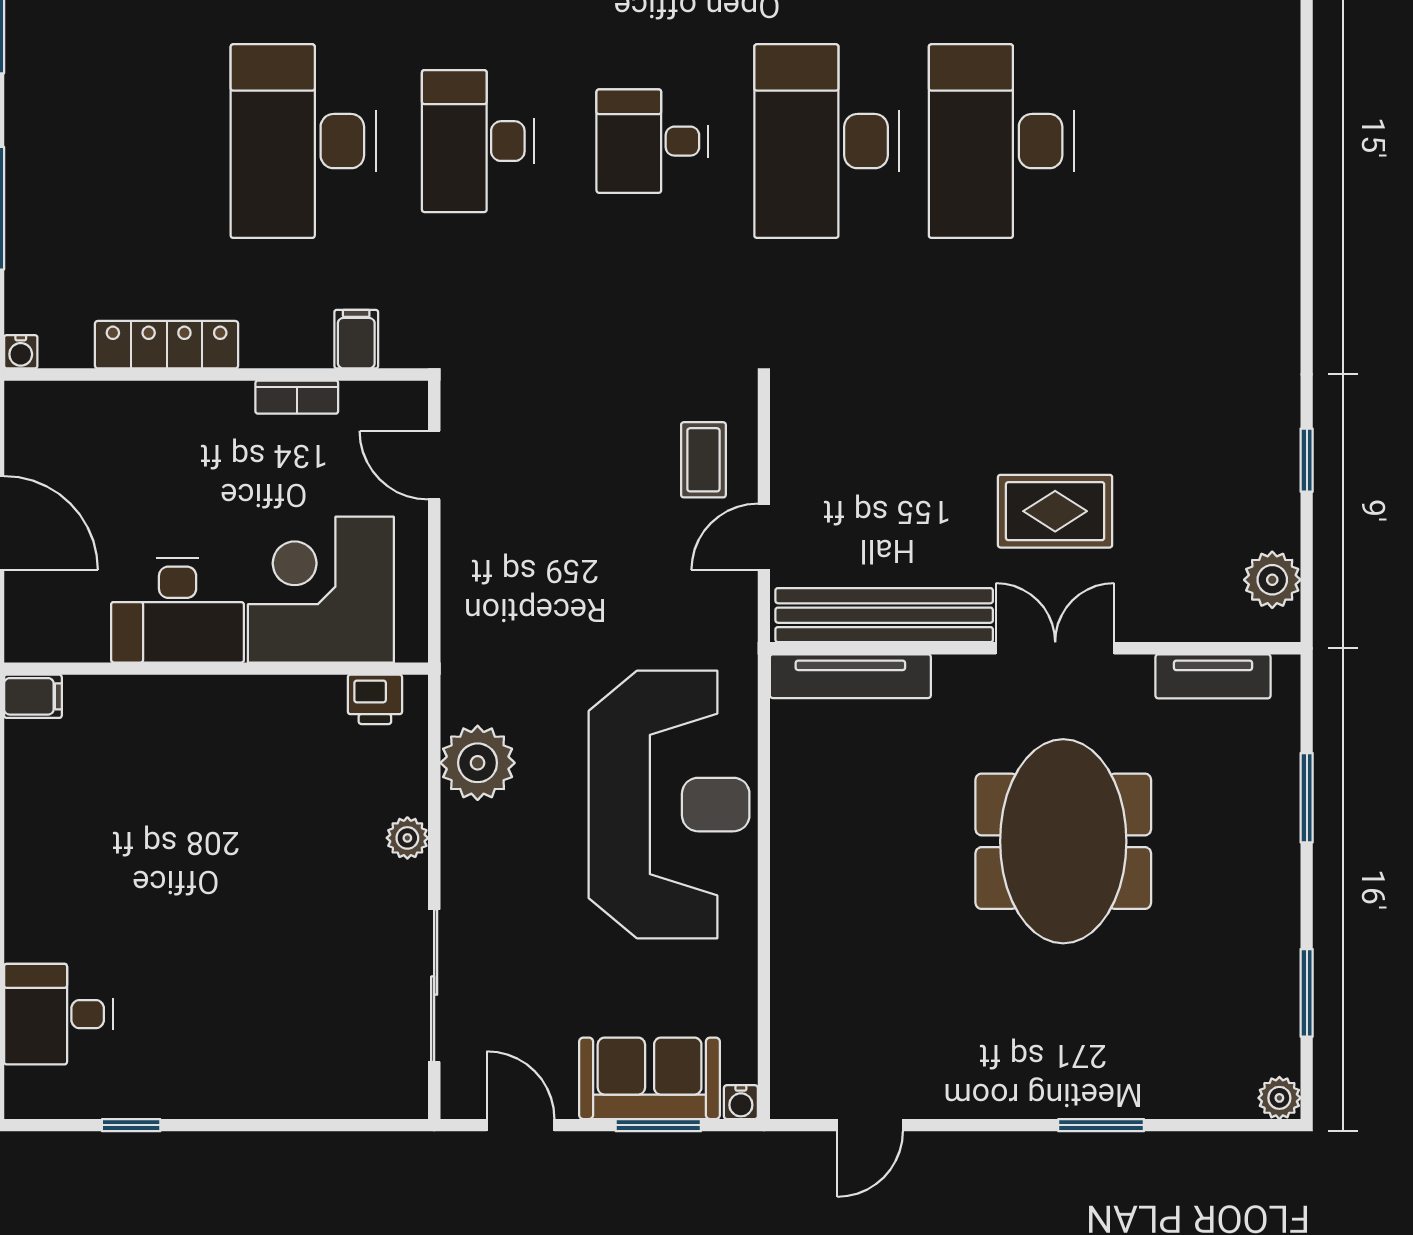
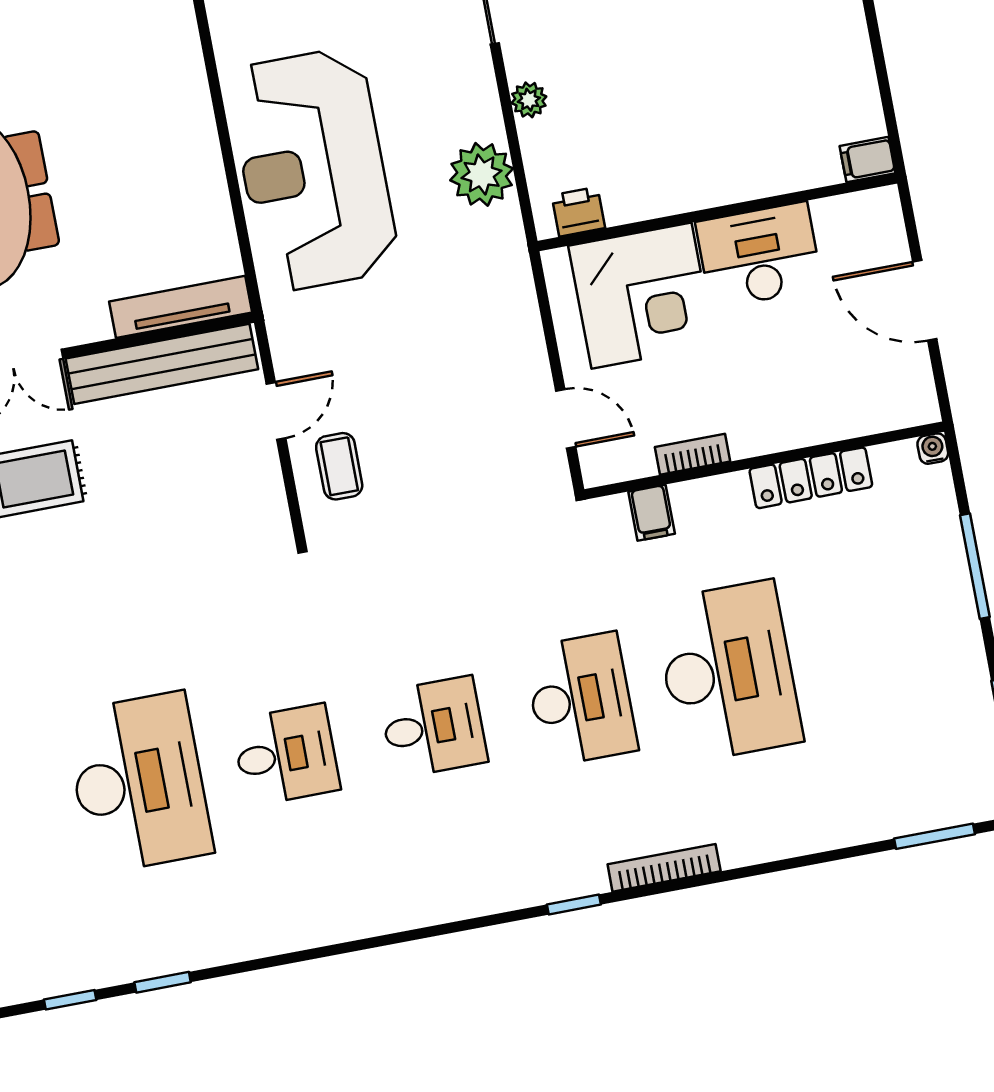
desk: (827, 141) -> (286, 755), width x0.53, depth x0.77

